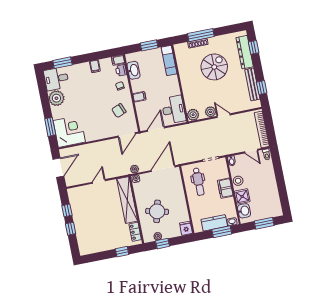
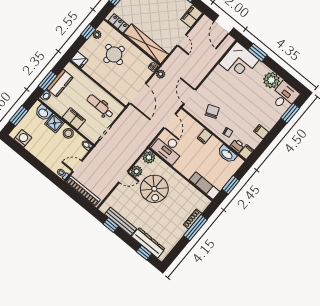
spiral stairs: (214, 67) -> (154, 189), moved
filing cabinet: (77, 193) -> (192, 16), added
washing machine: (275, 204) -> (23, 138), added

